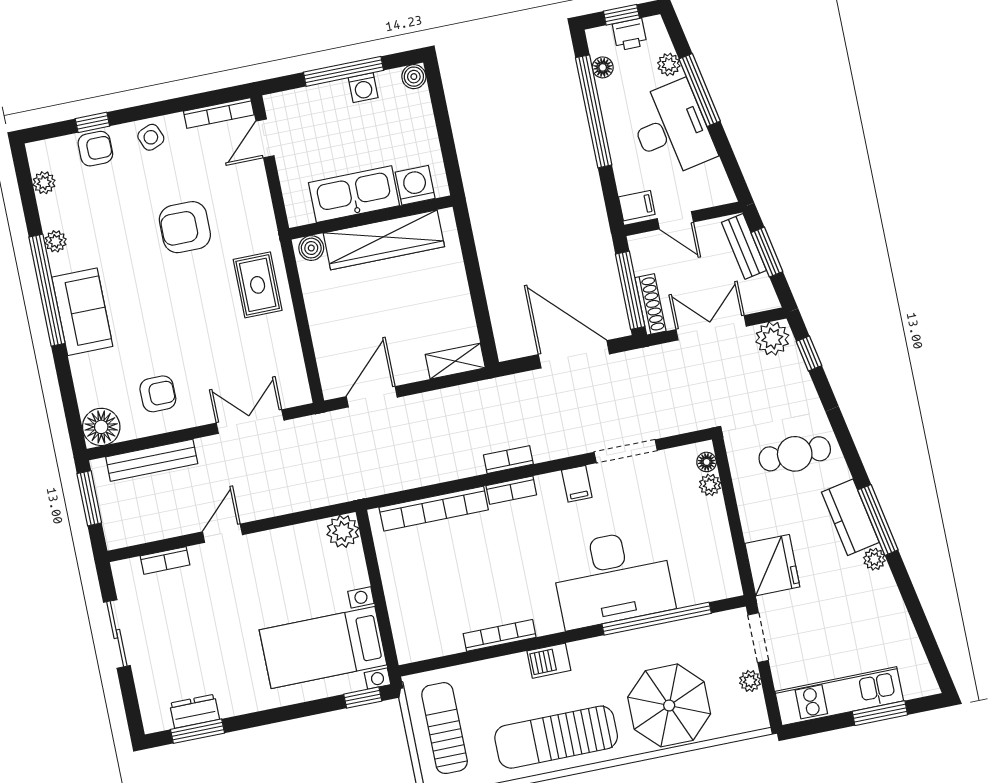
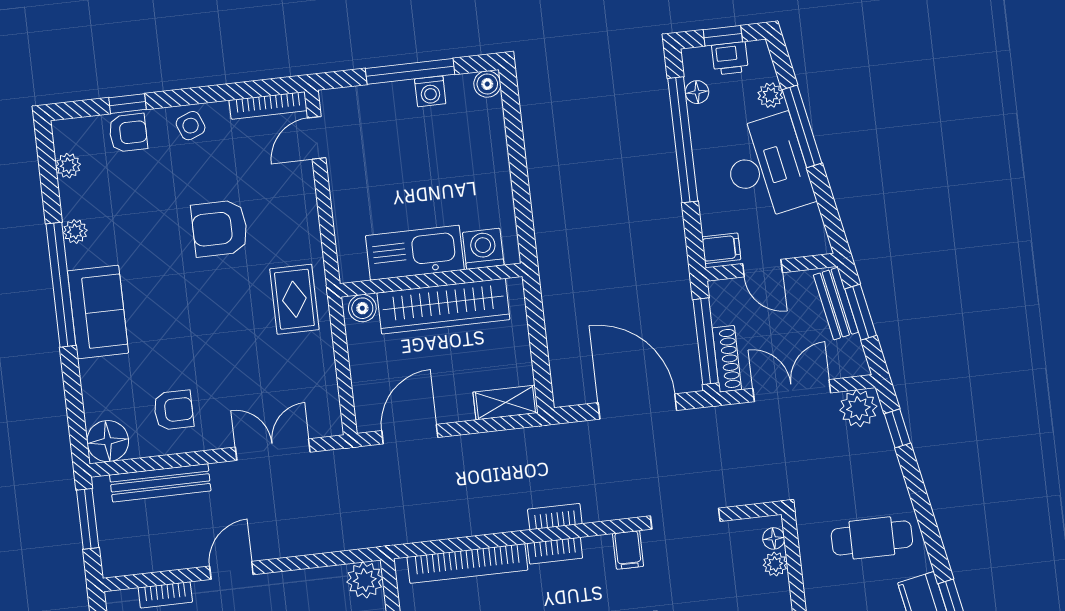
washing machine: (415, 185) -> (483, 249), moved
kitchen sink: (354, 194) -> (415, 253), moved
wall: (371, 217) -> (431, 280), moved
wardrobe: (384, 240) -> (443, 306), moved
boiler: (311, 248) -> (362, 308), moved

